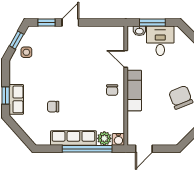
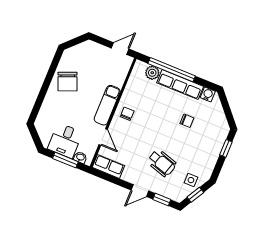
wheelchair: (60, 57) -> (162, 163), added
row of seats: (16, 99) -> (108, 166), moved, turned 90
water cooler: (118, 139) -> (208, 94), moved

